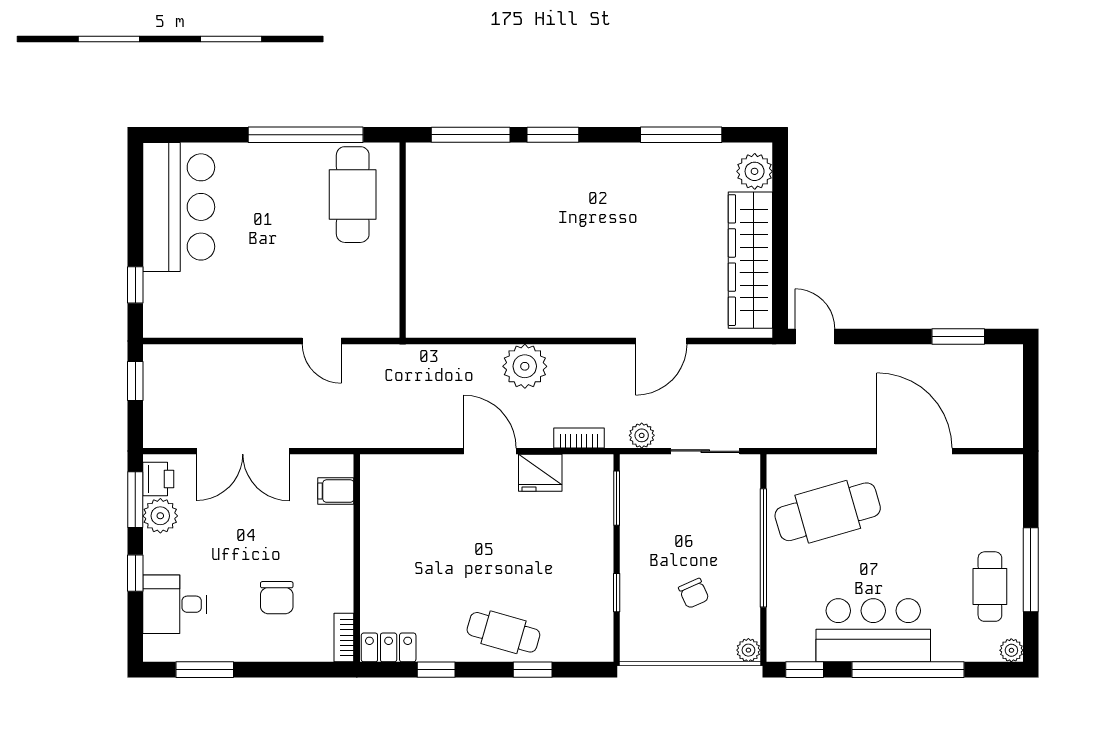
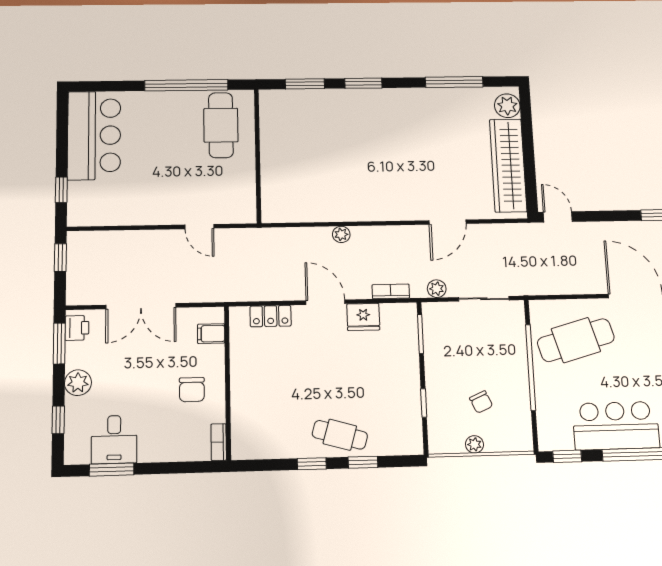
window: (471, 135) -> (305, 84), width x0.69
plant: (525, 366) -> (341, 234), width x0.53, depth x0.53
plant: (160, 516) -> (78, 383), moved
window: (135, 573) -> (58, 420), moved
chair: (277, 598) -> (192, 390), moved
desk: (174, 604) -> (114, 440), moved, turned -90
locker: (389, 647) -> (271, 316), moved, turned 180
plant: (748, 650) -> (474, 444), moved
window: (436, 670) -> (312, 464), moved

